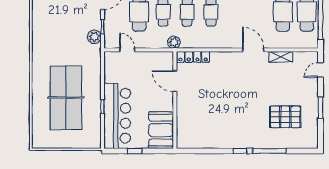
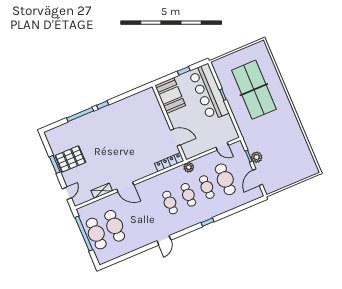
plant: (94, 37) -> (257, 157), moved
pallet: (285, 117) -> (70, 159), moved

